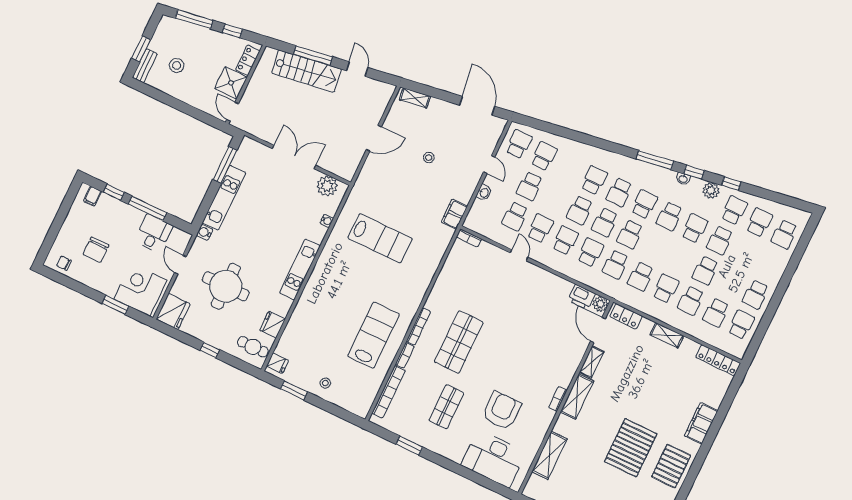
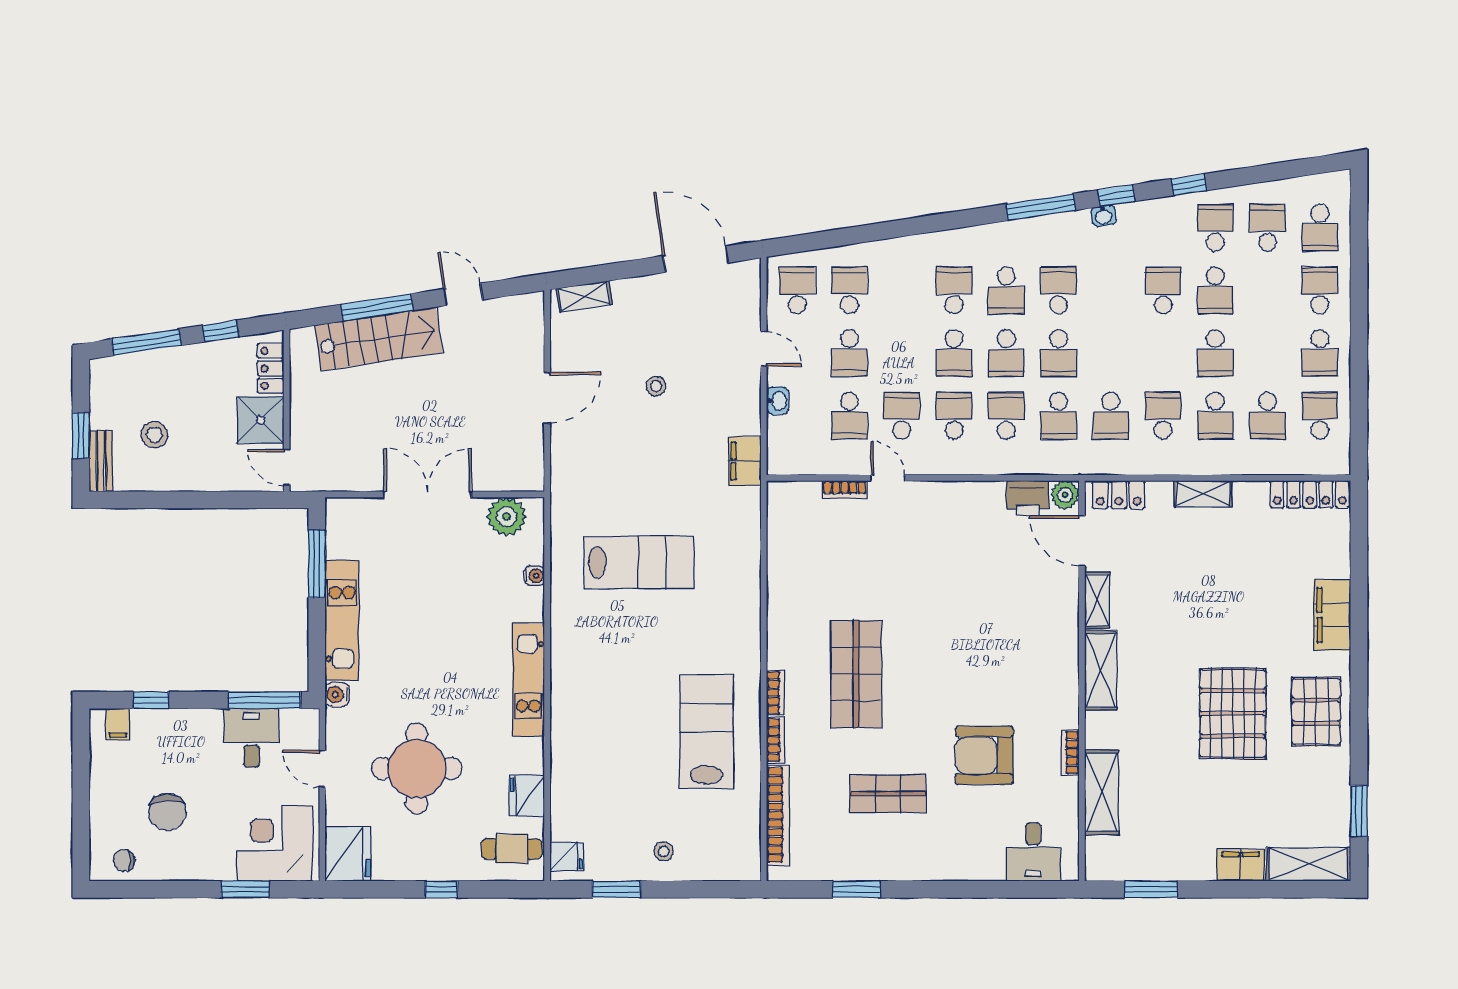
plant: (711, 190) -> (1160, 213), removed
window: (147, 208) -> (264, 700), moved
school desk: (669, 216) -> (1320, 290), moved, turned 180
bookcase: (469, 238) -> (845, 490), moved
bookcase: (419, 326) -> (775, 693), width x0.64
bookcase: (558, 399) -> (1070, 752), moved
shop shelf: (446, 407) -> (888, 794), turned 90
armchair: (502, 411) -> (984, 755), turned -90
desk: (494, 459) -> (1033, 852), width x0.53, depth x0.77

